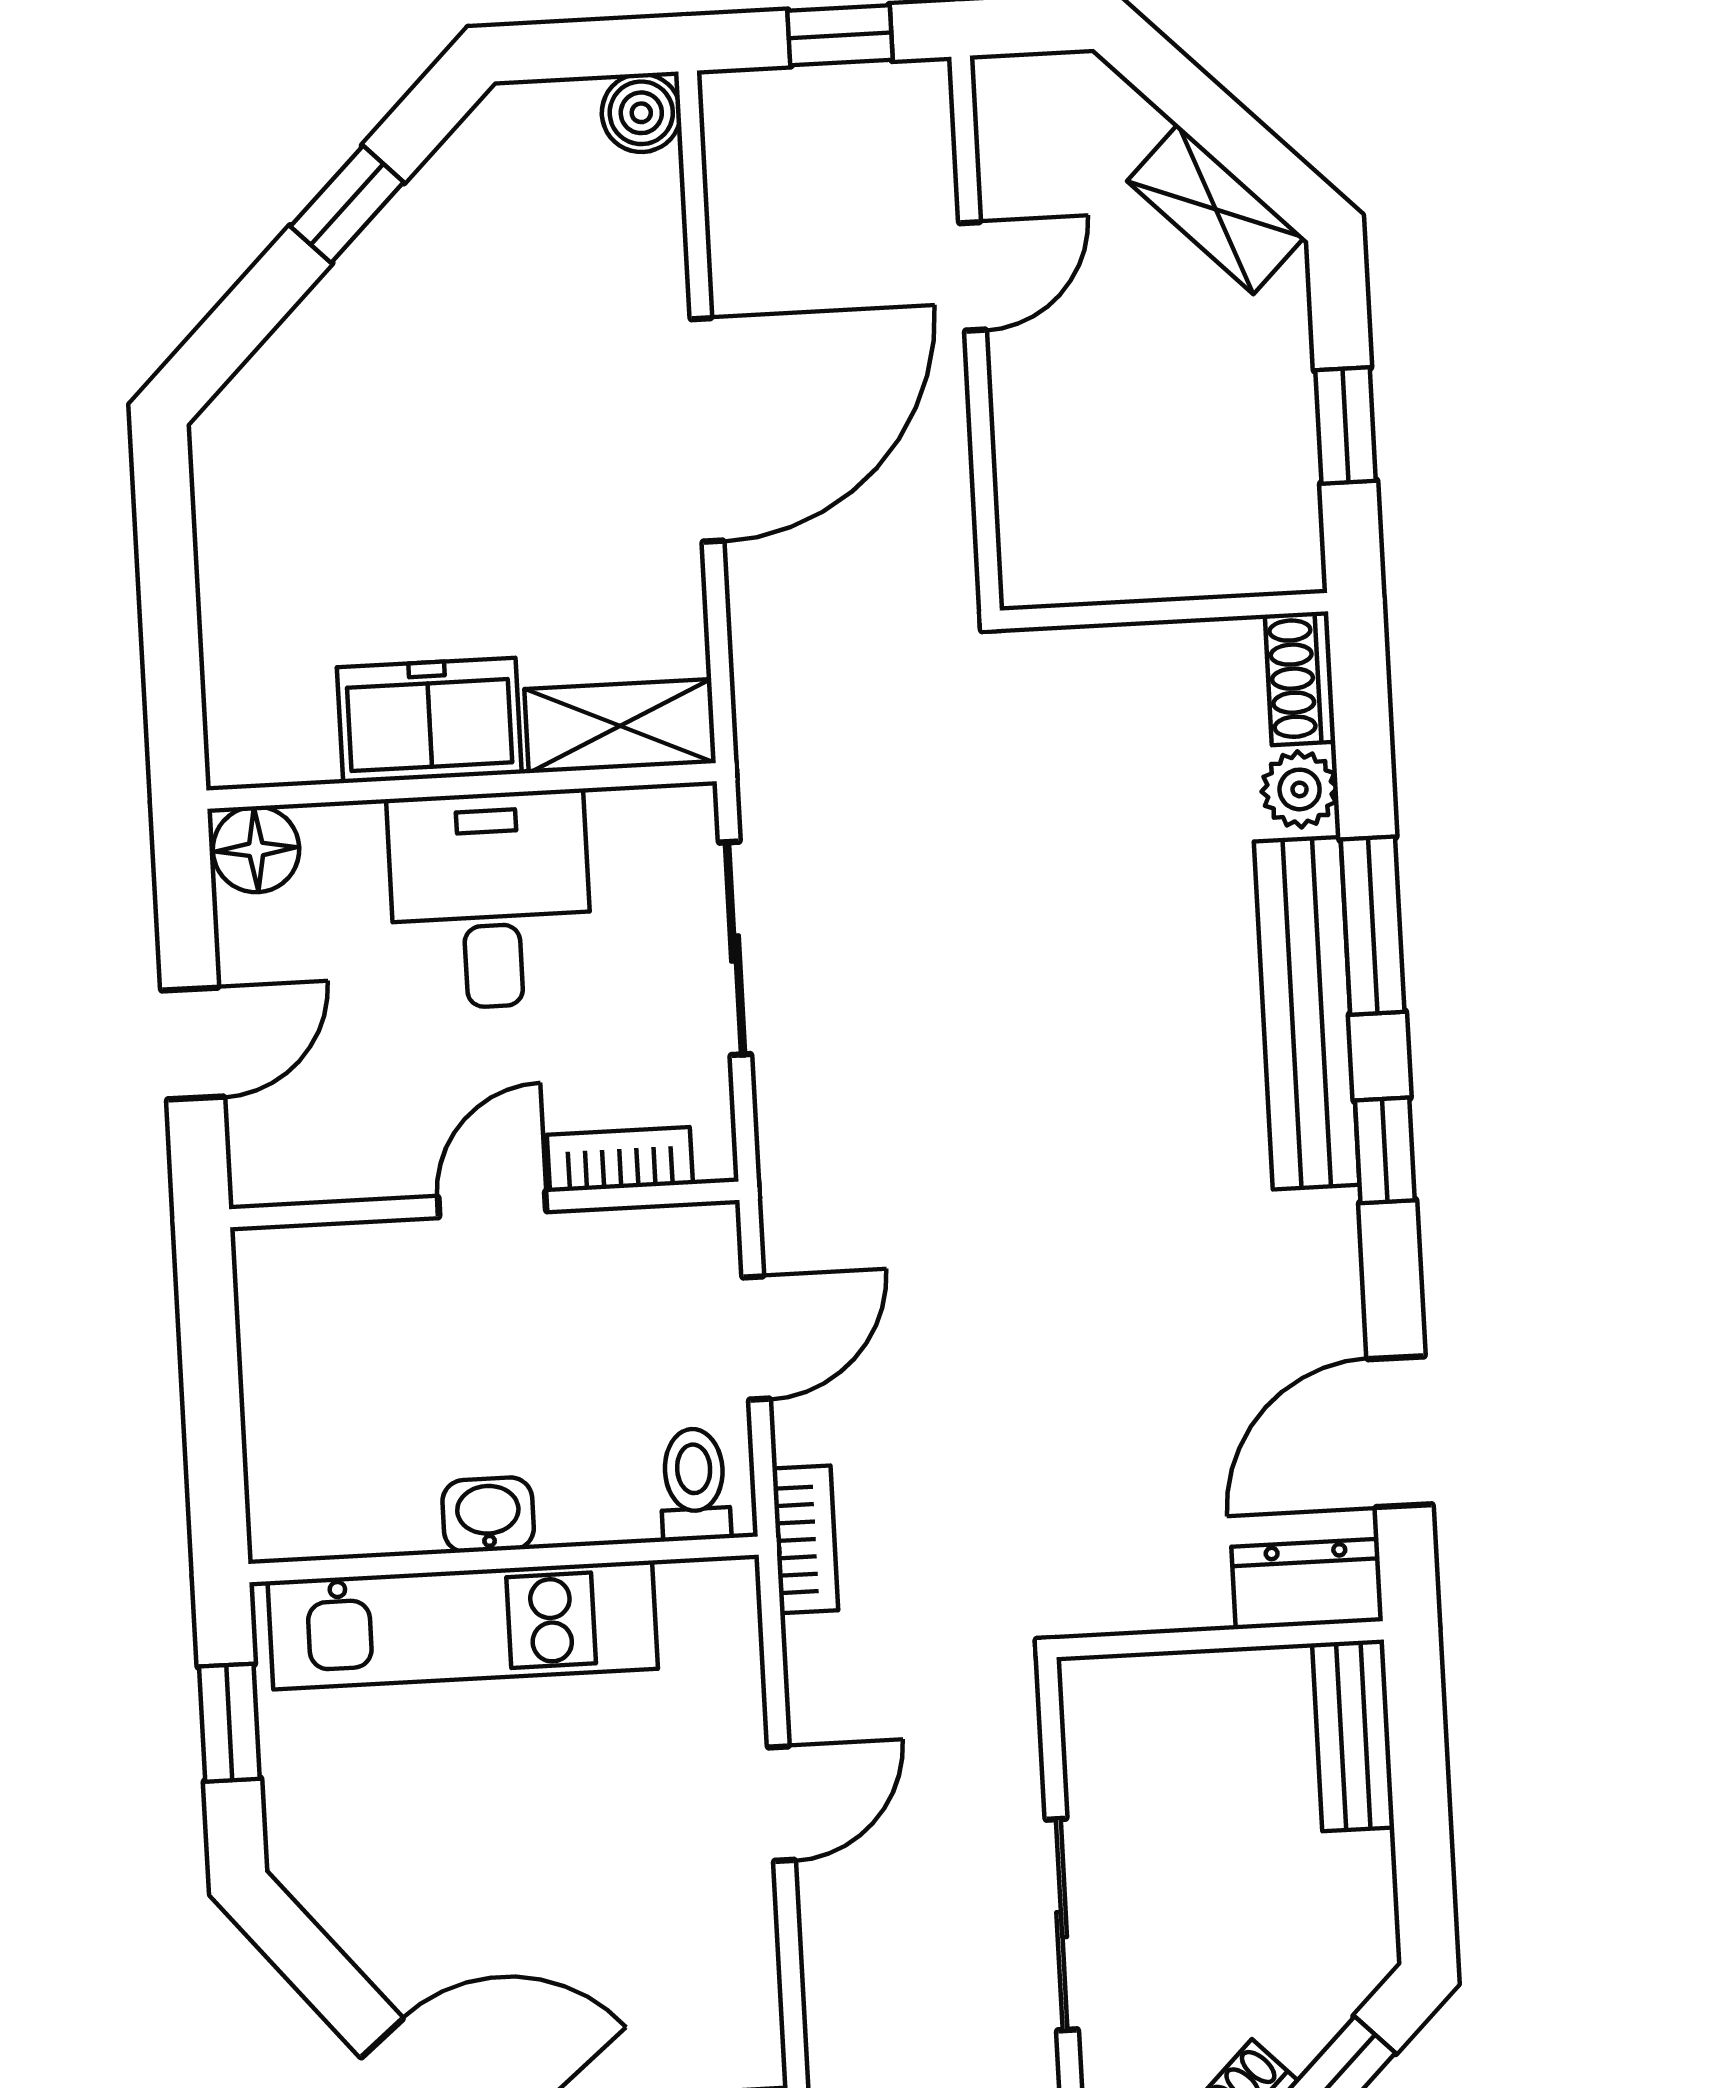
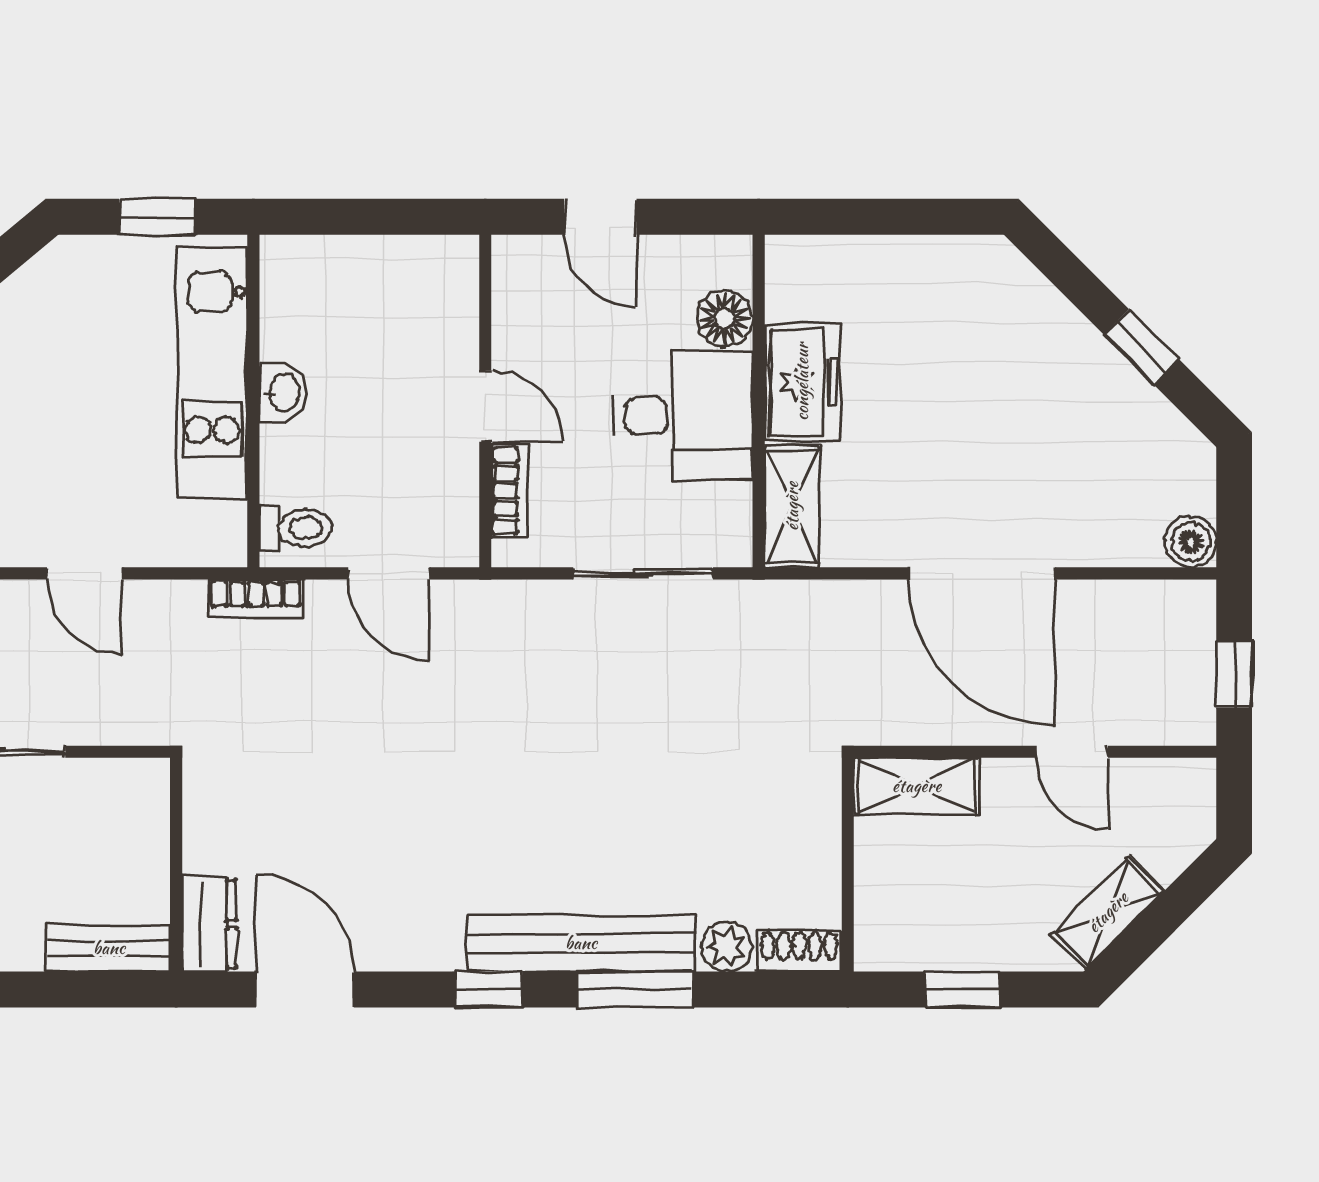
shelving: (1038, 512) -> (917, 786), added
floor lamp: (256, 849) -> (725, 318), moved

